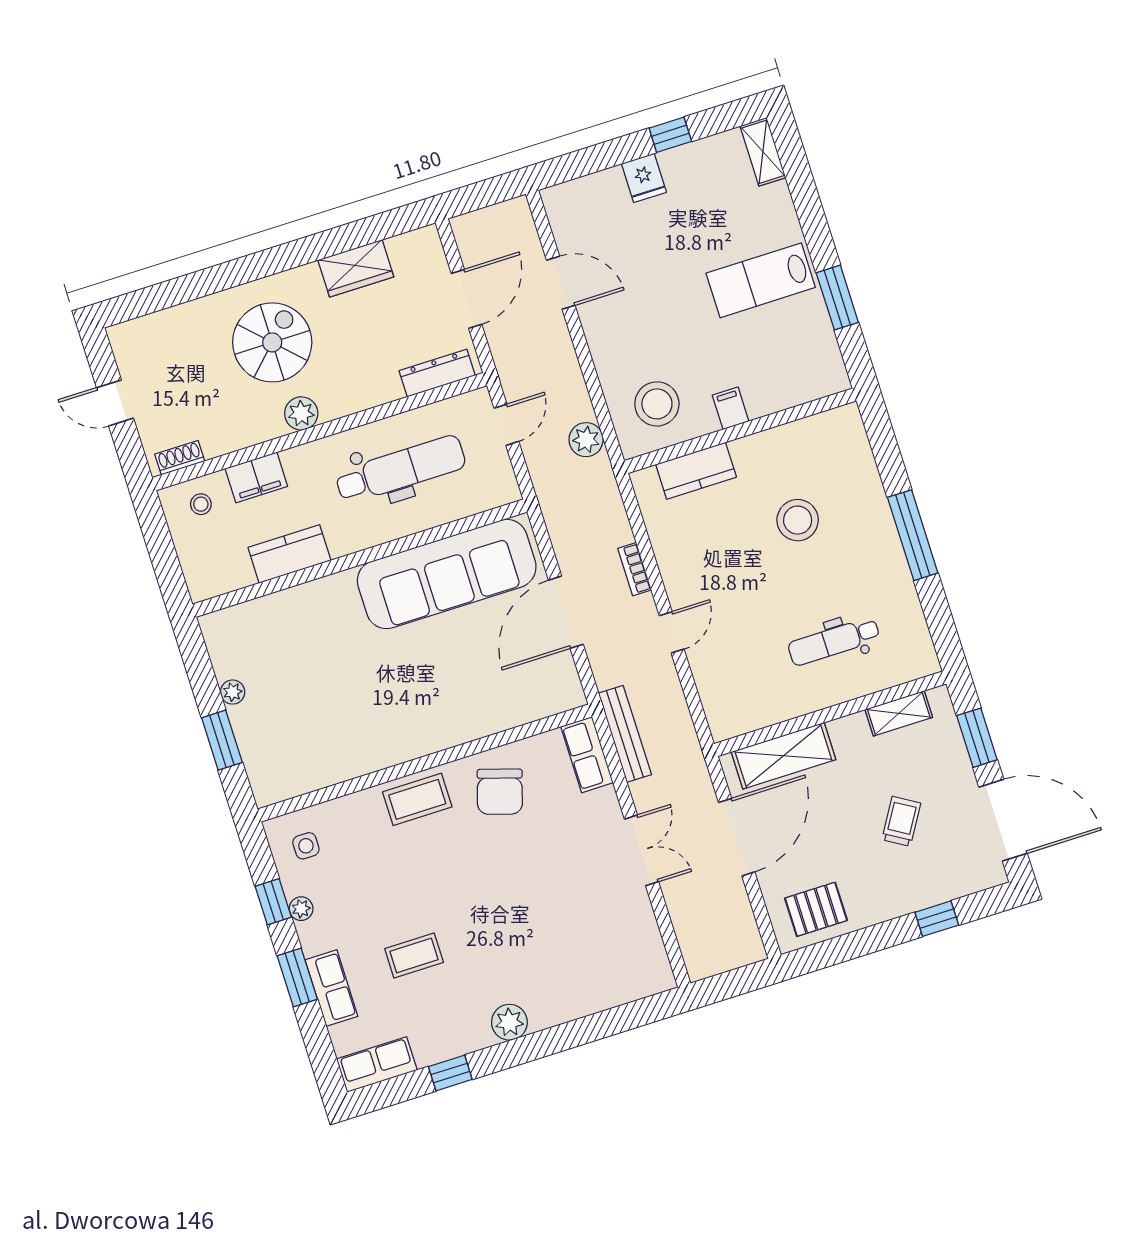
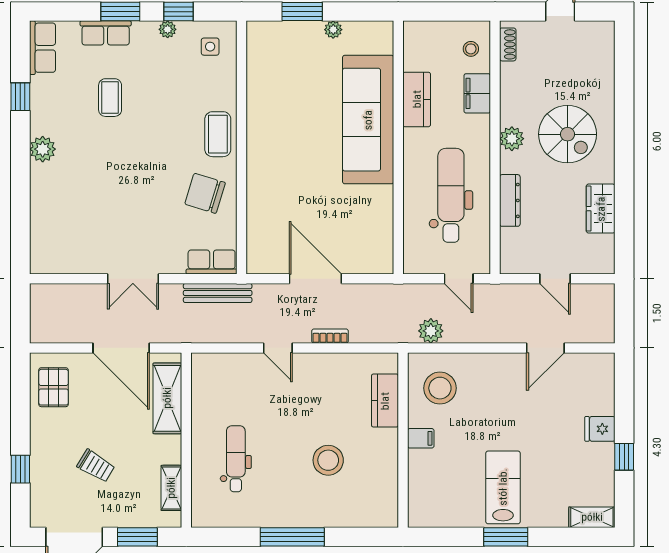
window: (837, 298) -> (506, 537), moved
door: (466, 299) -> (555, 279), width x0.73
dresser: (437, 373) -> (510, 200), moved
dental chair: (400, 469) -> (451, 195), turned 180
sofa: (447, 574) -> (368, 120), moved

